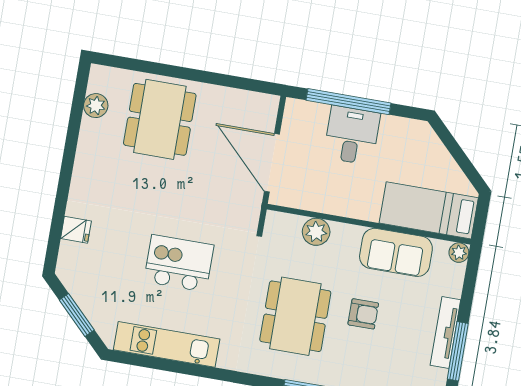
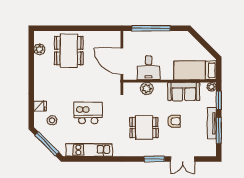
desk: (352, 135) -> (149, 68), moved, turned 180
stool: (97, 266) -> (52, 120), added
window: (469, 285) -> (219, 100), added
window: (77, 315) -> (47, 144), width x1.44
dining table: (295, 316) -> (144, 128), width x0.73

